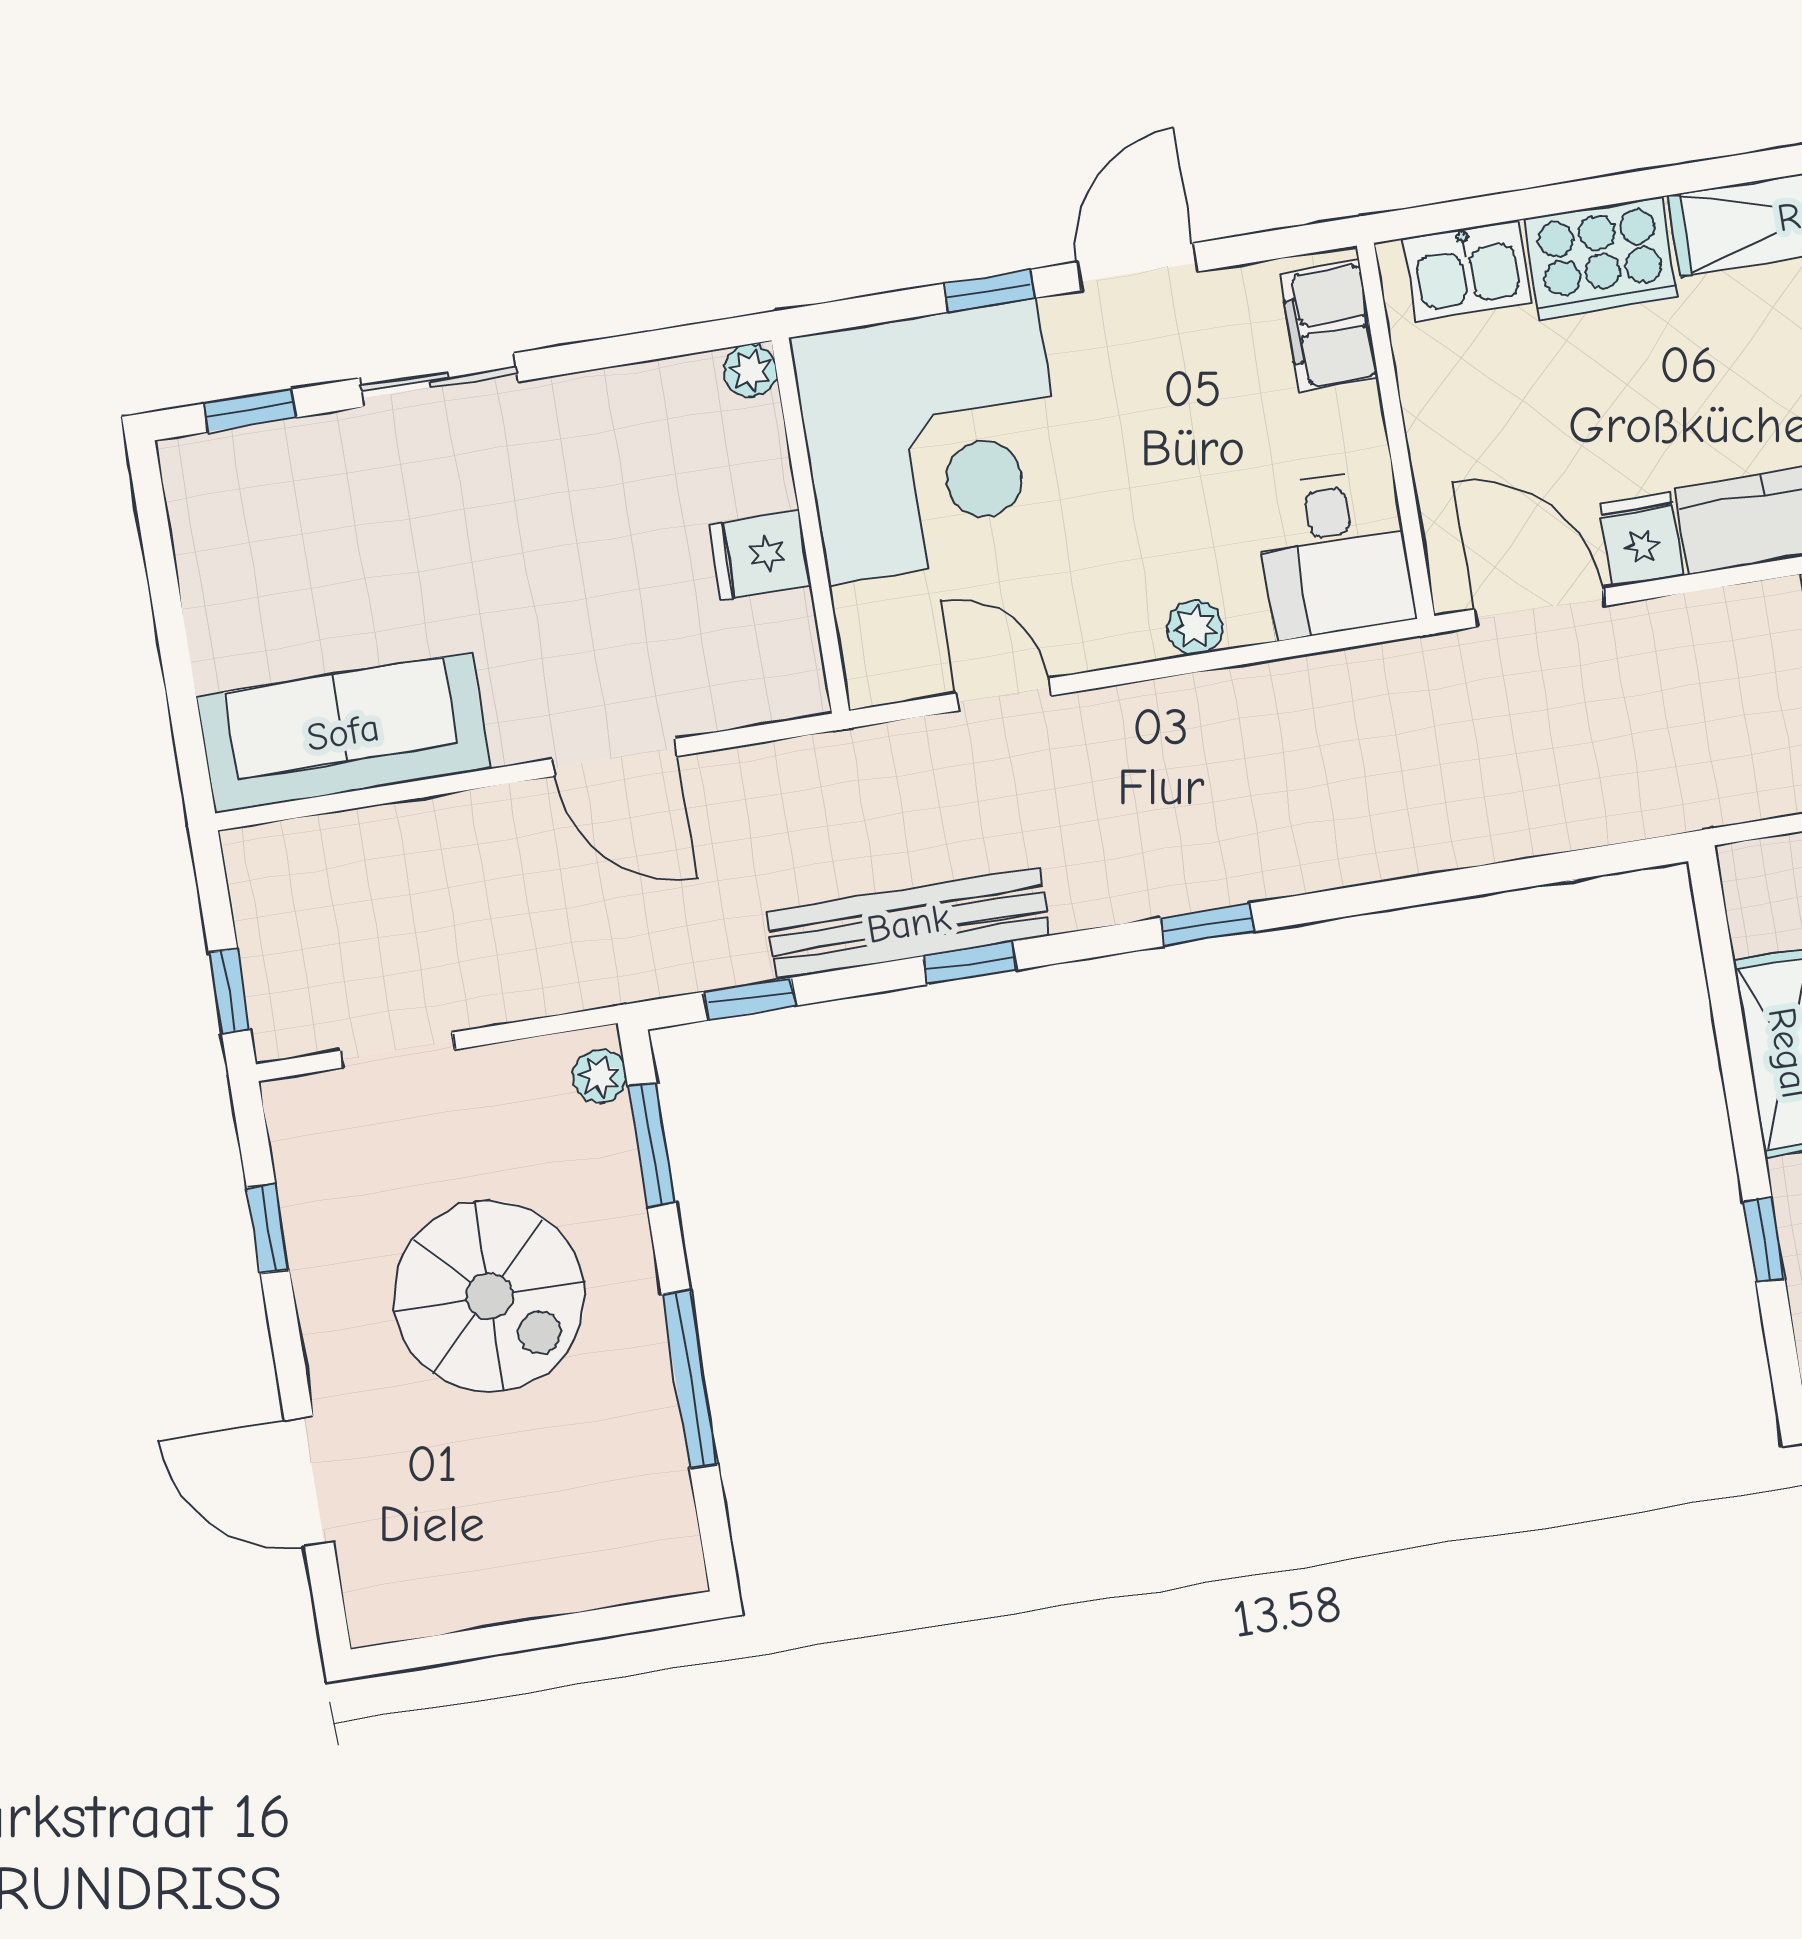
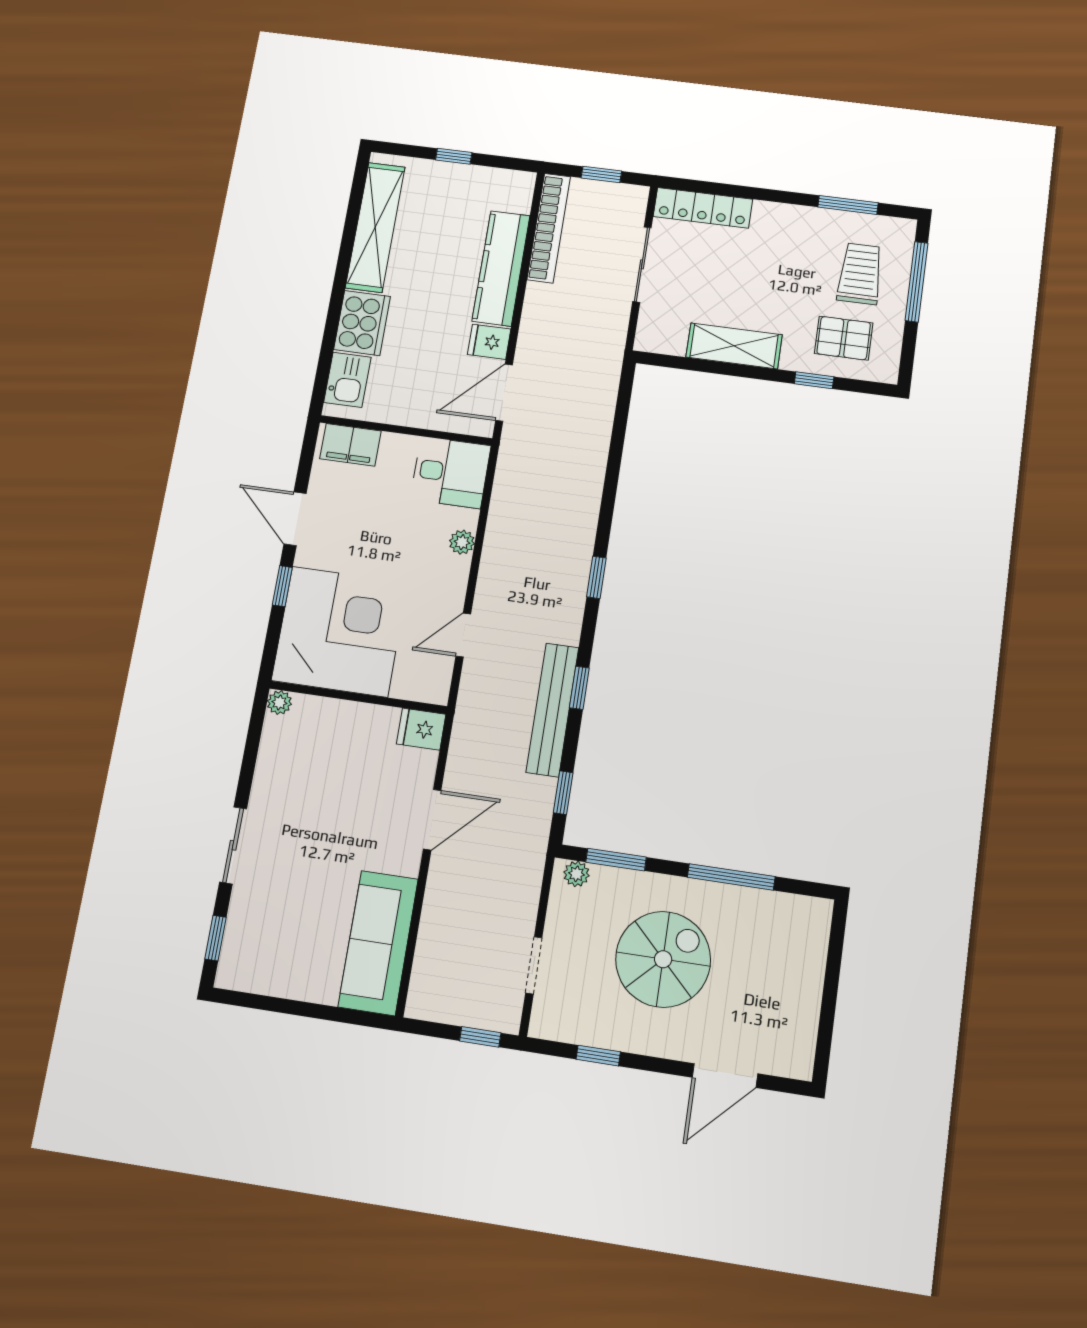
fridge: (760, 555) -> (421, 729), moved, turned 90

